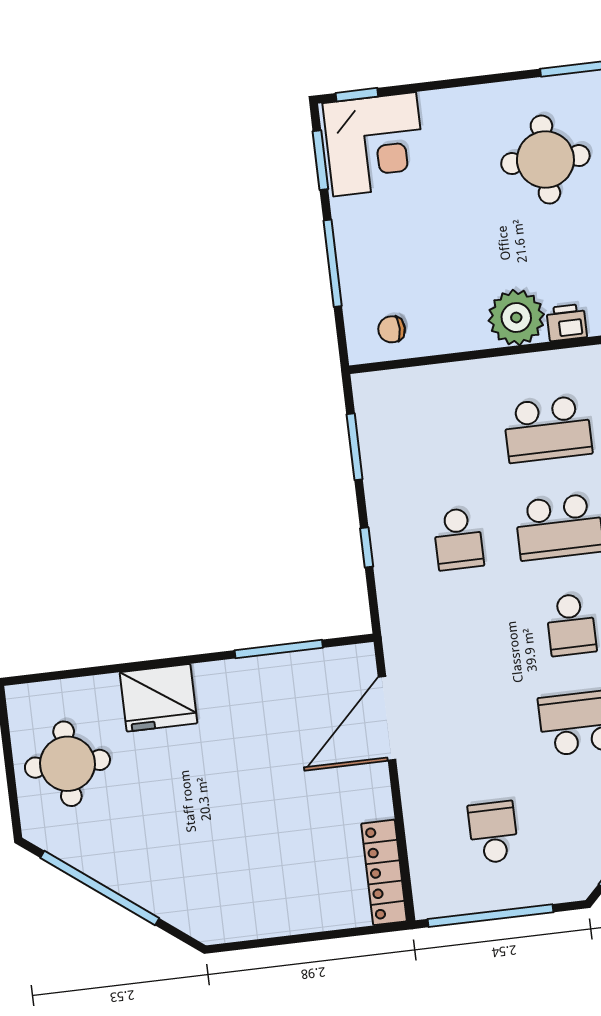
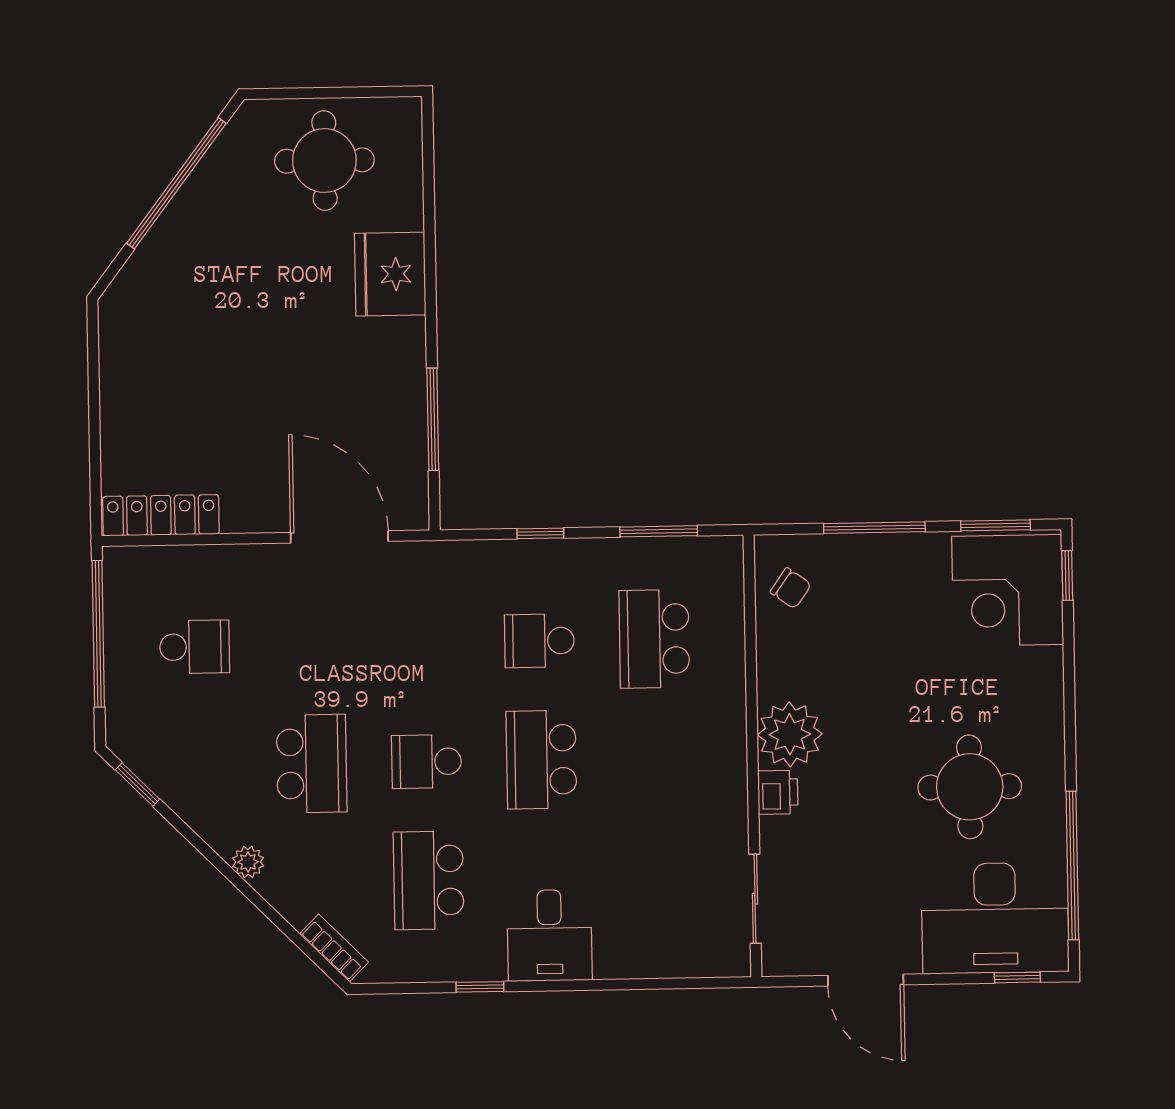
chair: (392, 329) -> (791, 588), turned 125
school desk: (548, 429) -> (654, 639), moved

